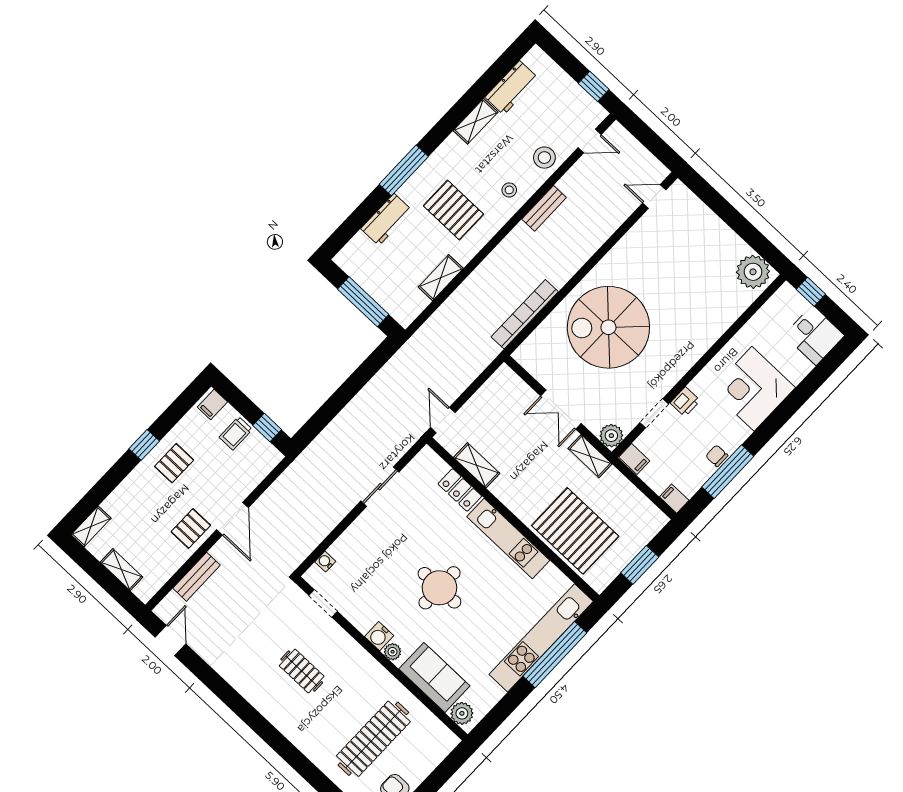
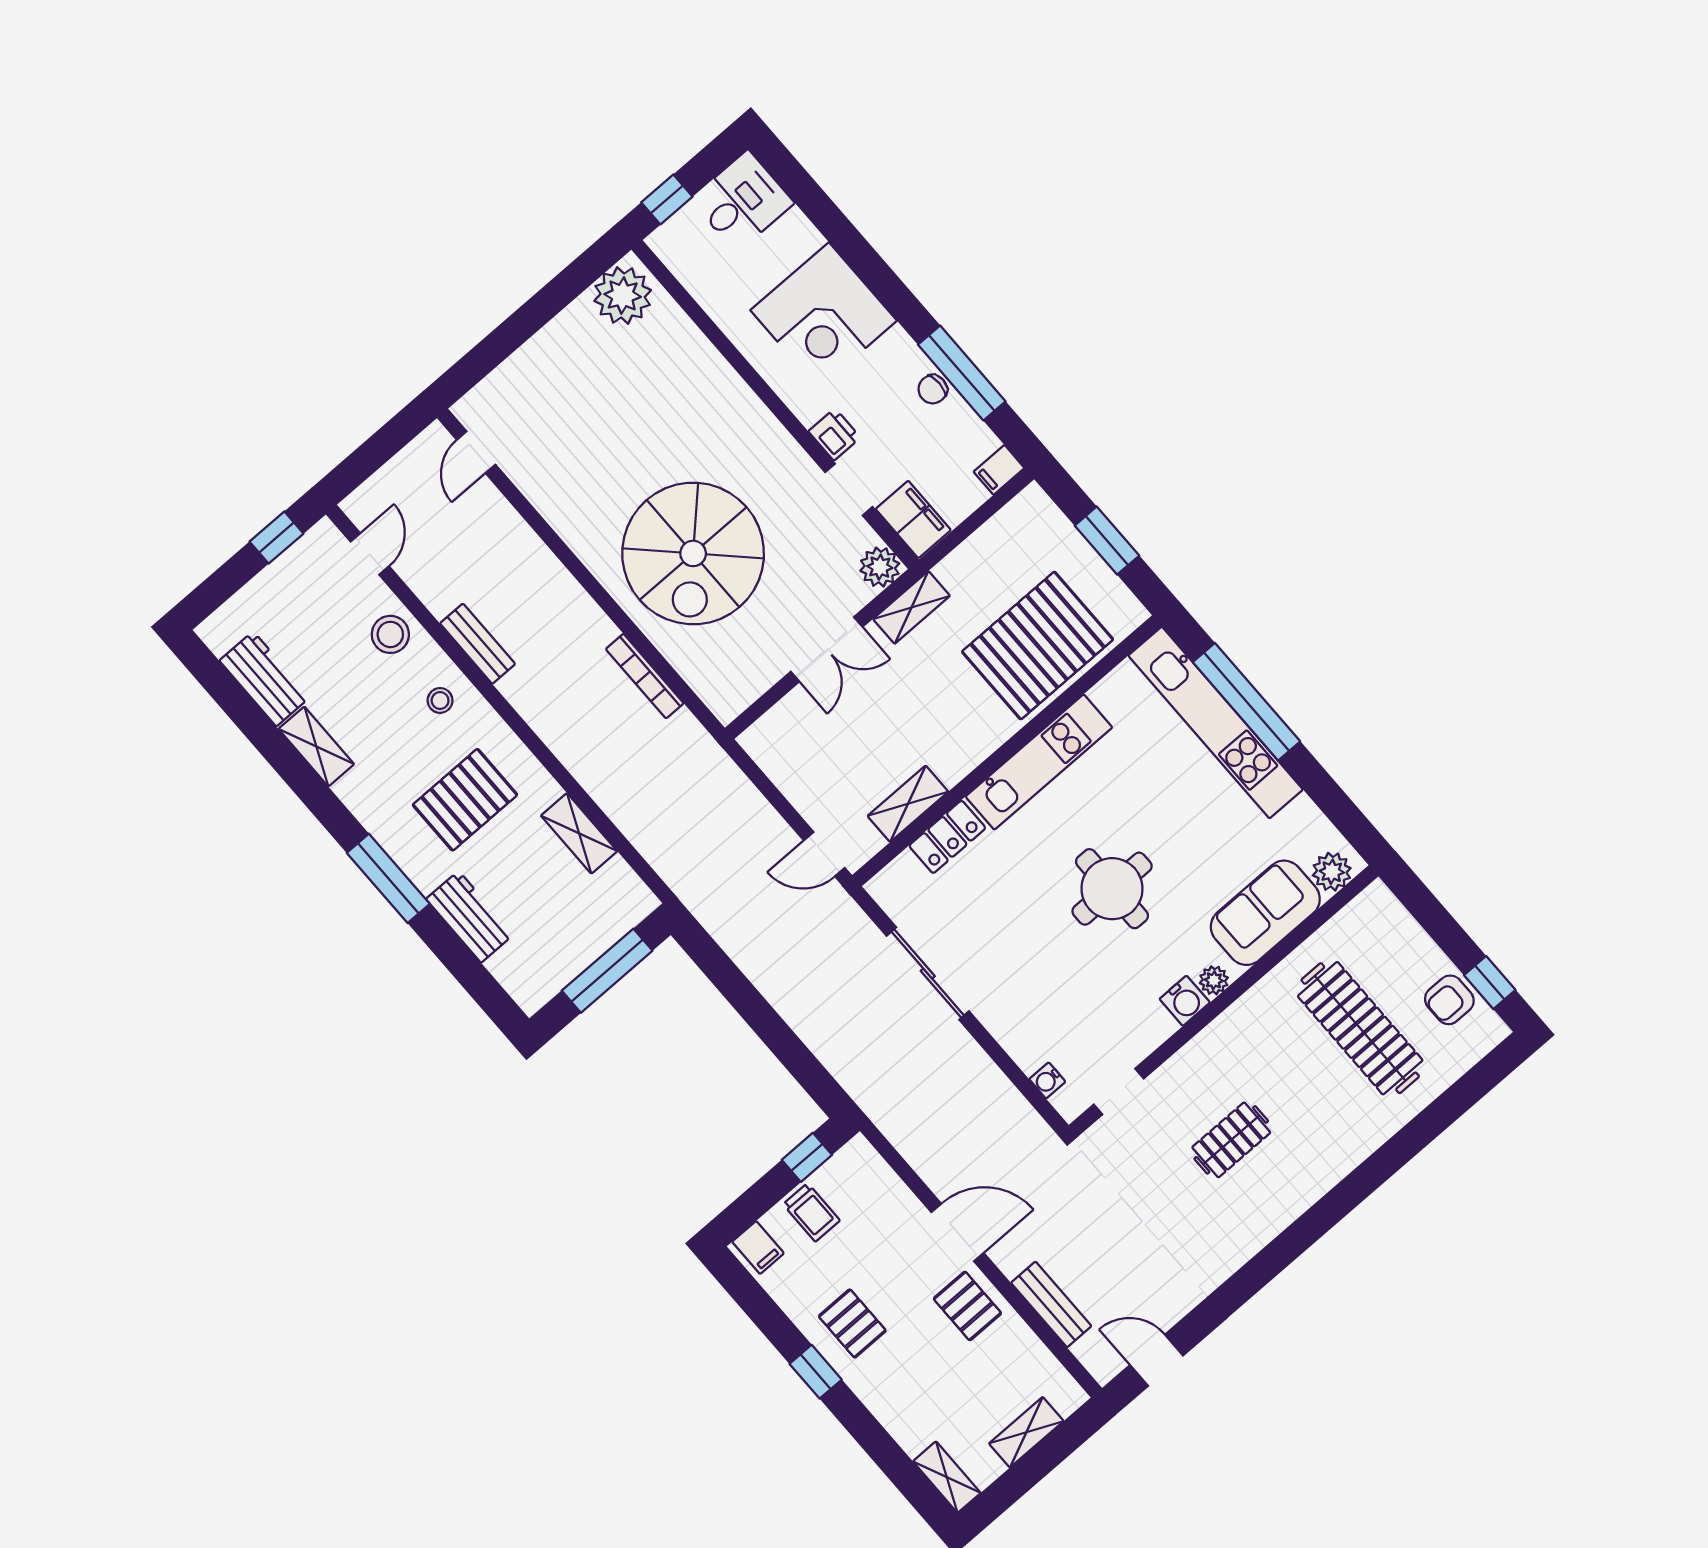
bookcase: (525, 314) -> (645, 676), width x0.68, depth x0.76
filing cabinet: (634, 459) -> (913, 519), width x2.00
sliding door: (380, 487) -> (928, 974), width x1.37

